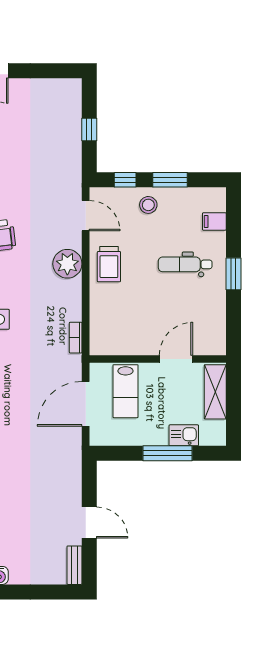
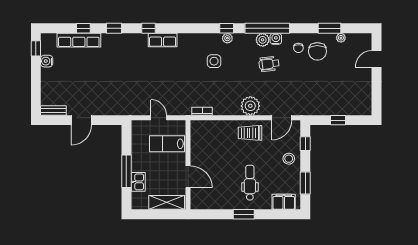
window: (170, 180) -> (305, 183), moved
filing cabinet: (214, 221) -> (284, 202), width x2.00
door: (86, 404) -> (159, 118), width x0.53

